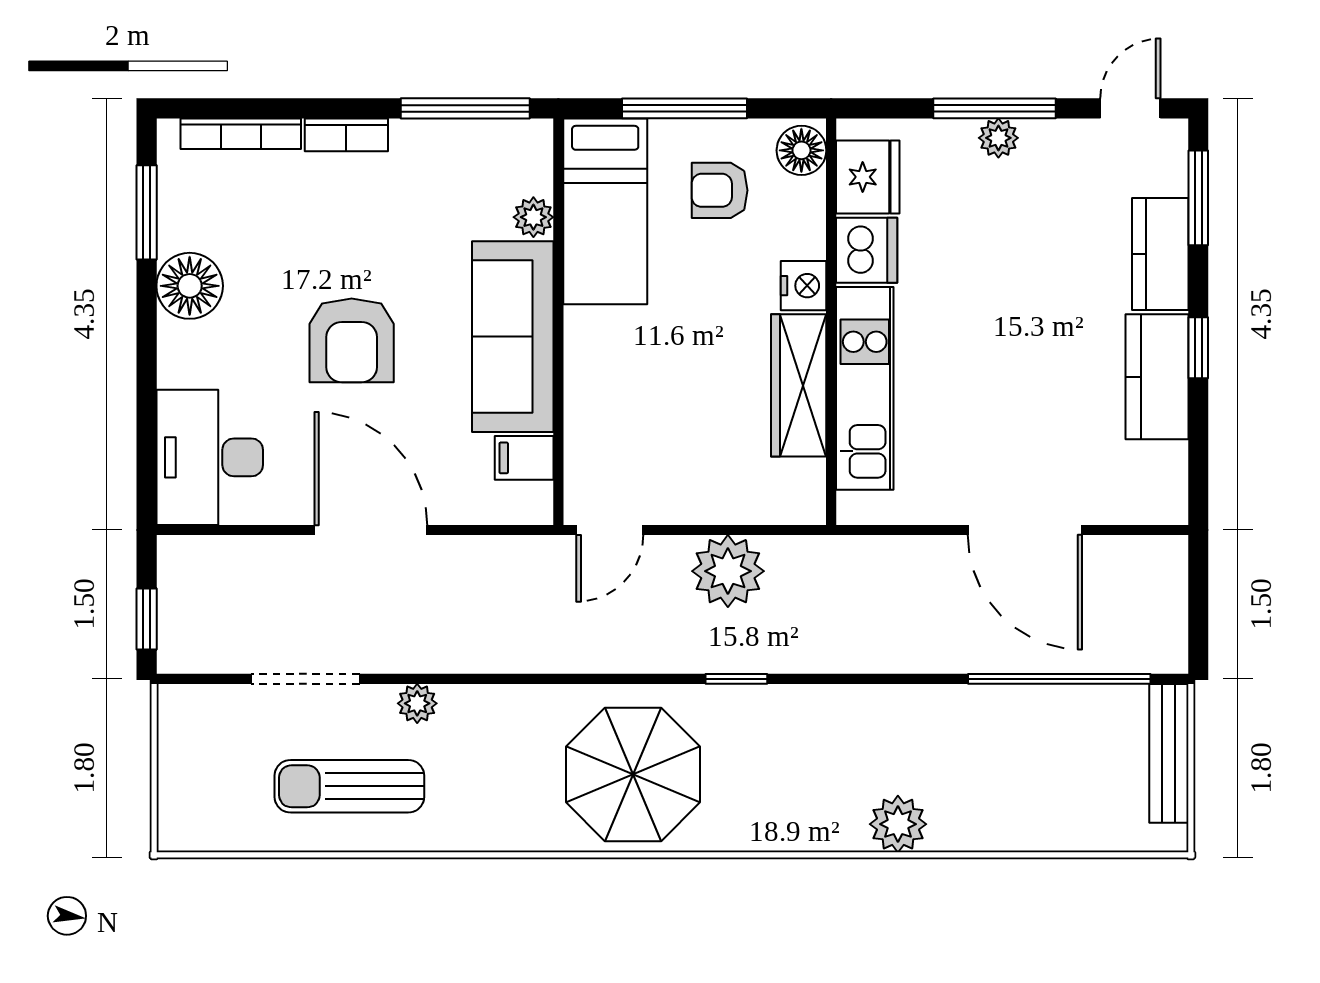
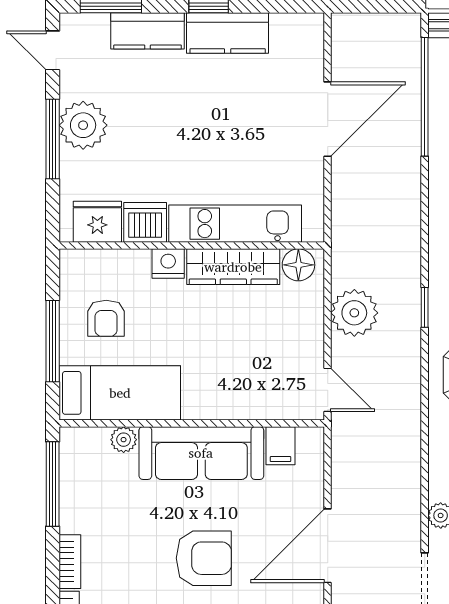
plant: (998, 138) -> (83, 125), width x1.88, depth x1.88
floor lamp: (801, 150) -> (298, 265), moved

